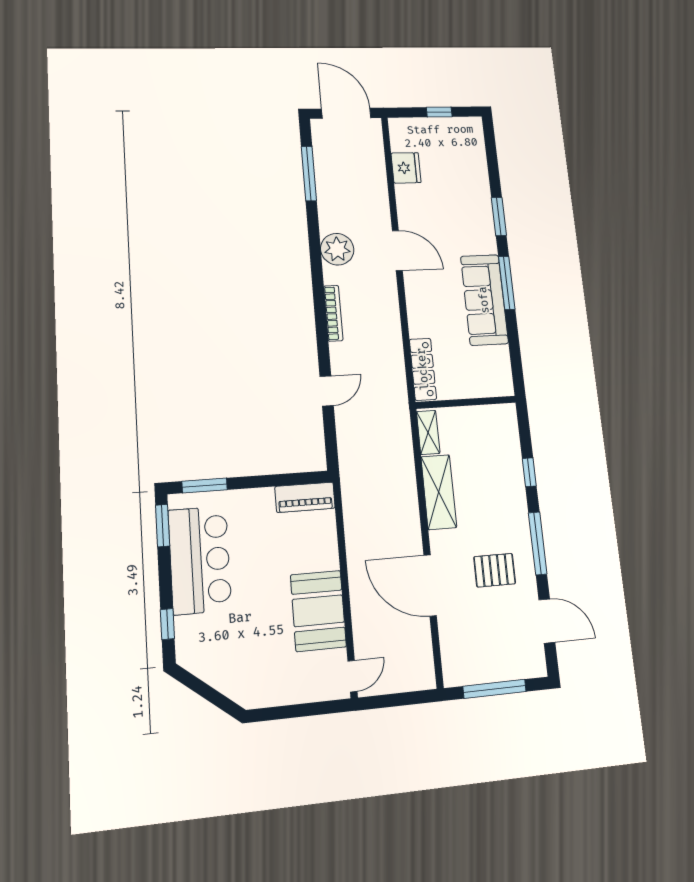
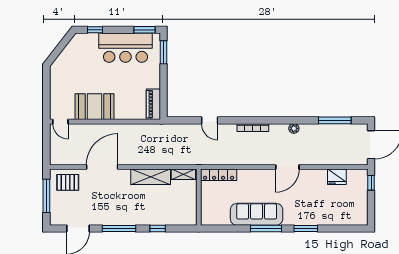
window: (439, 112) -> (371, 183), moved
plant: (337, 249) -> (294, 128), width x0.53, depth x0.53
pallet: (495, 570) -> (68, 182), moved, turned 90

